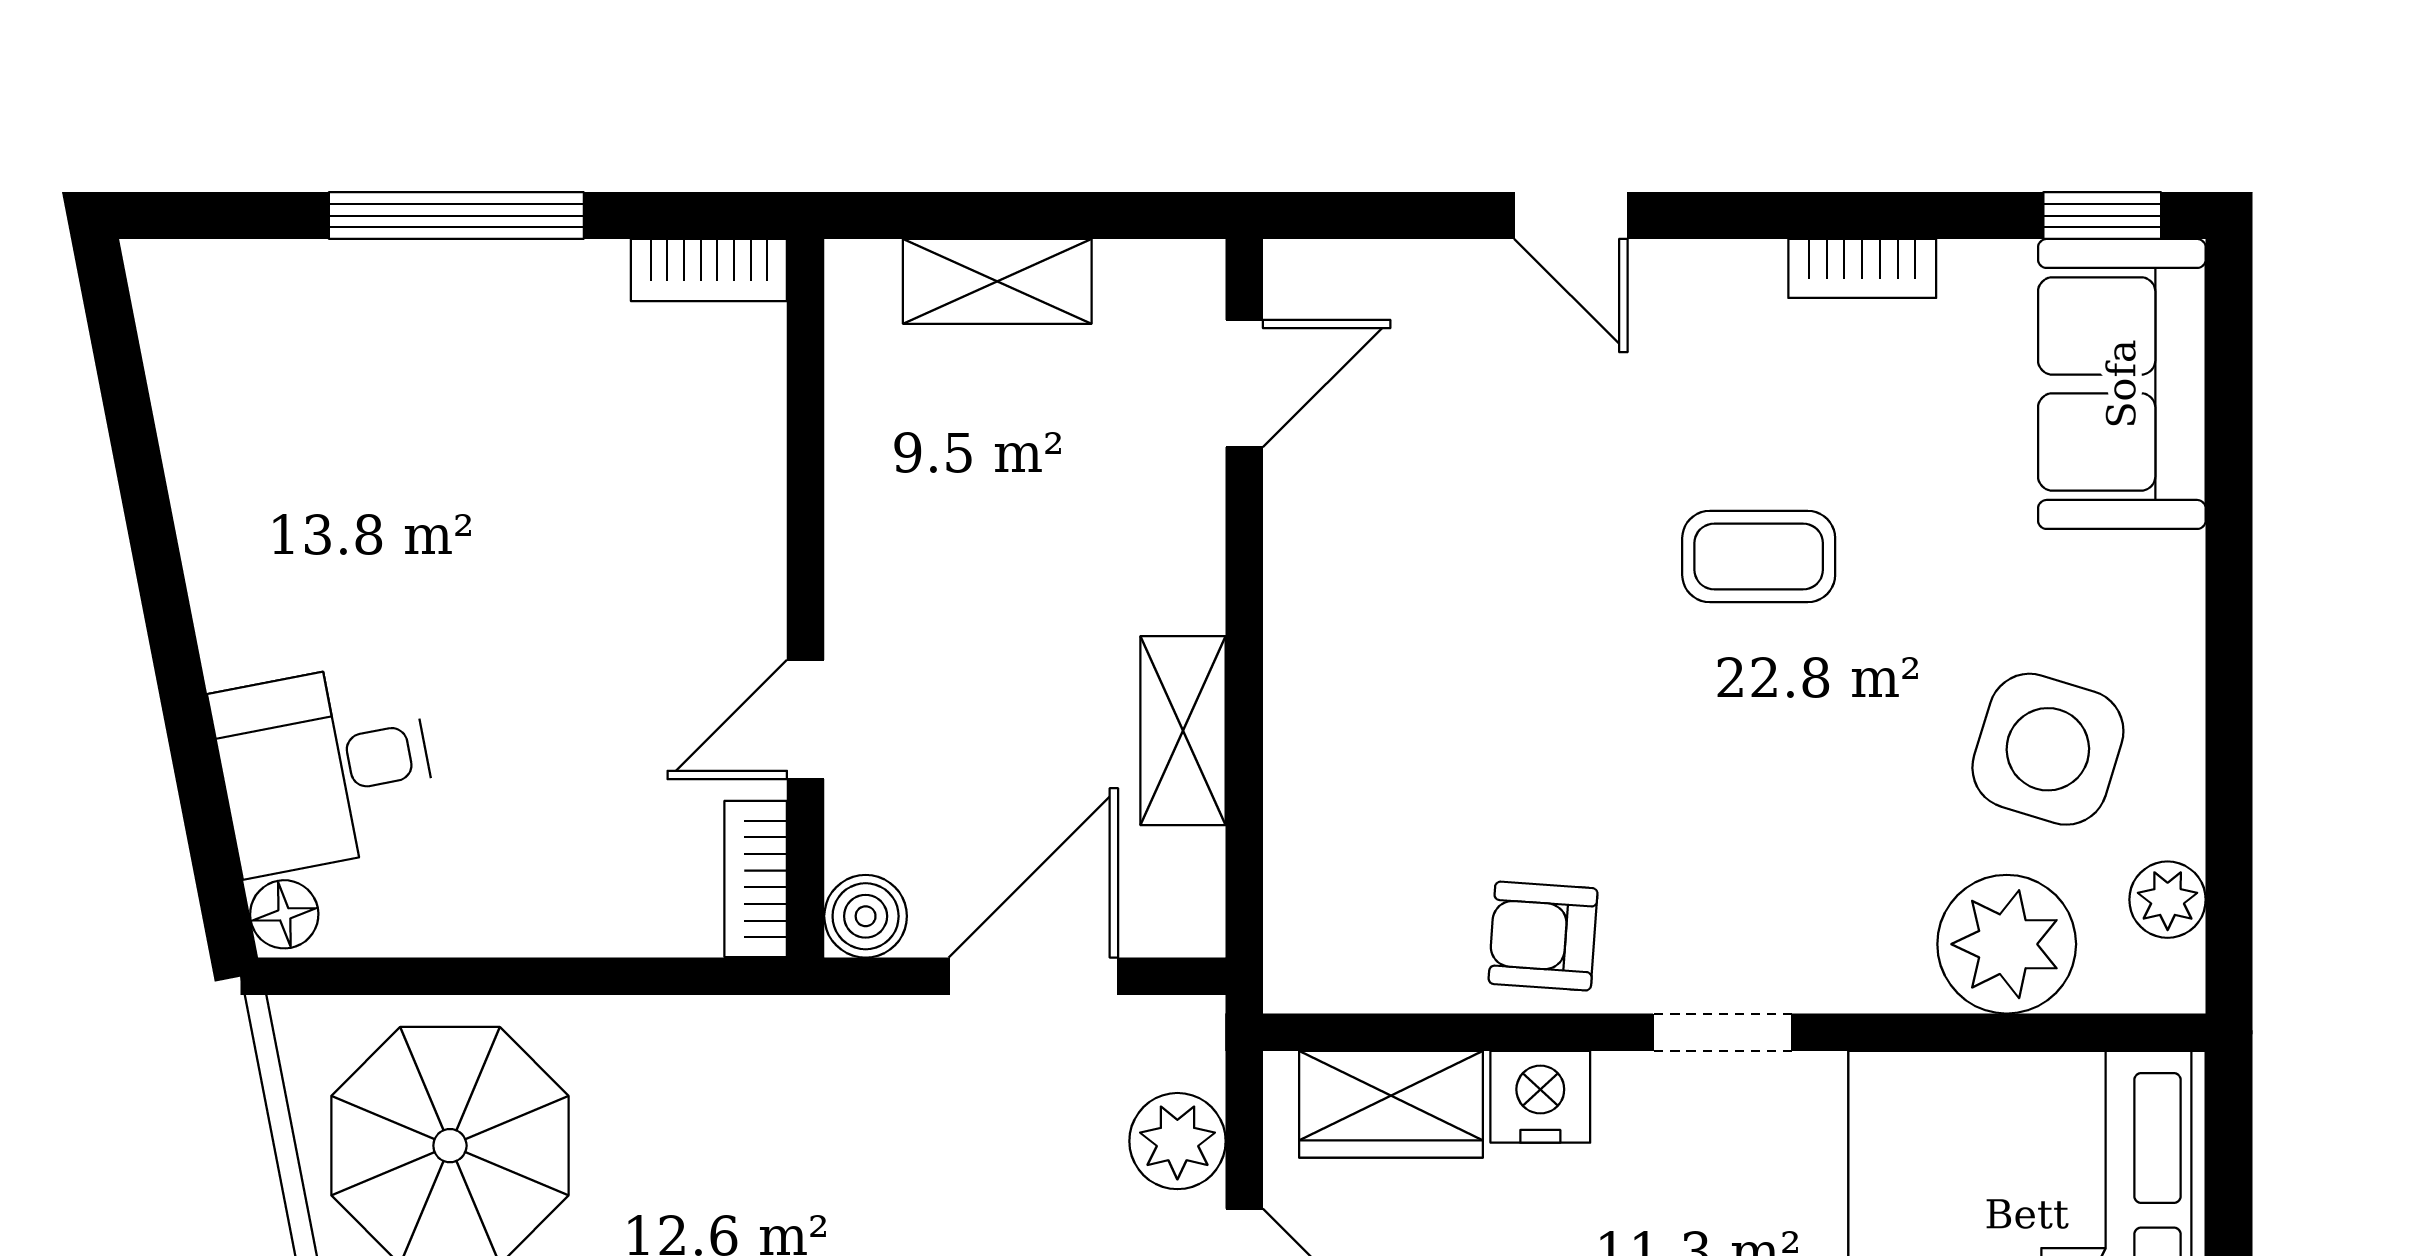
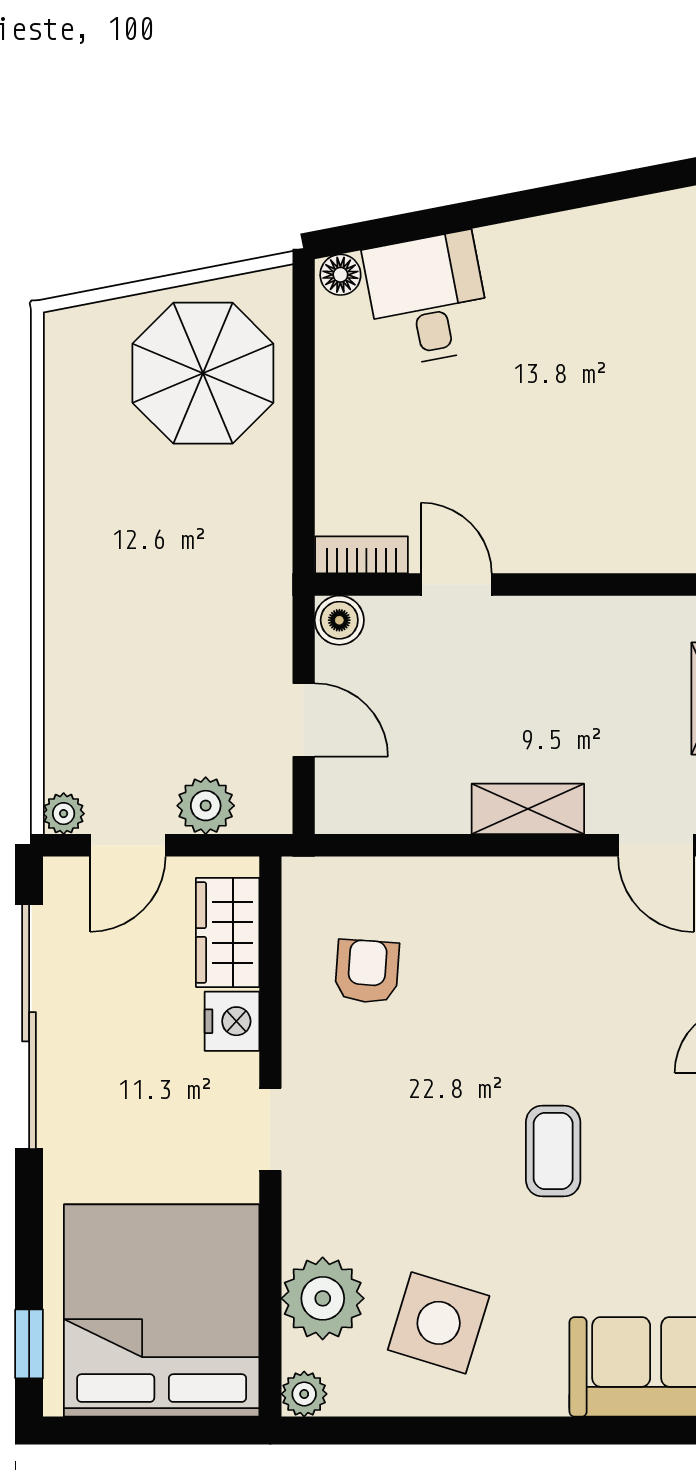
shelving: (1183, 731) -> (528, 809), moved
plant: (2168, 900) -> (304, 1394), moved
armchair: (1543, 936) -> (367, 971), moved
door: (1033, 976) -> (304, 720), width x0.73

